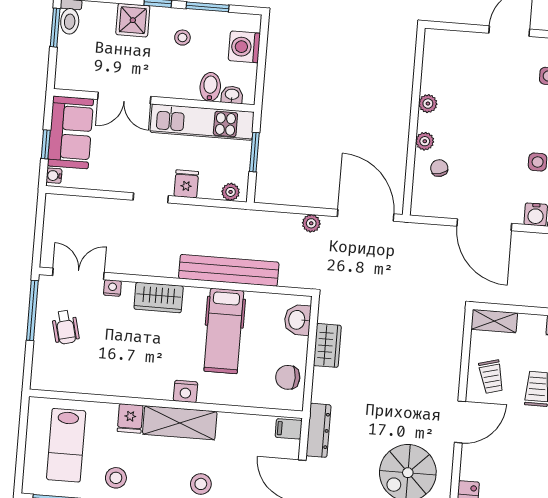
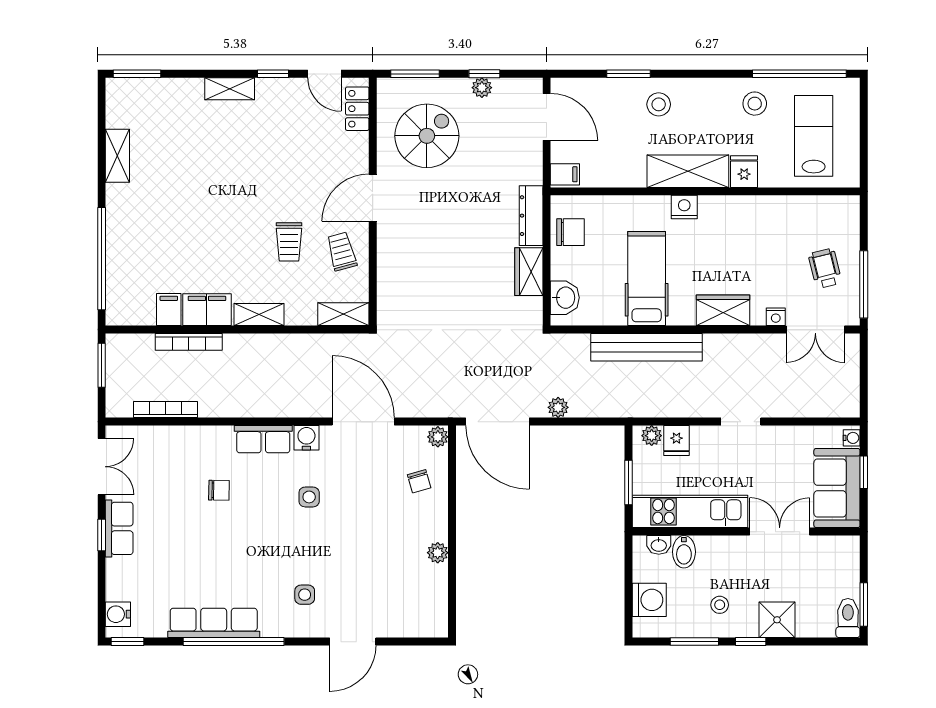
plant: (425, 141) -> (438, 437), moved
fridge: (186, 184) -> (676, 441), moved
dresser: (319, 430) -> (531, 216), moved

